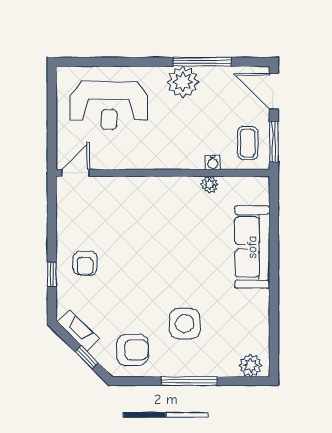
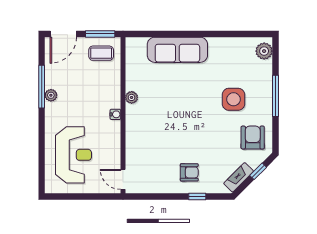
plant: (183, 82) -> (51, 95), width x0.53, depth x0.53
water cooler: (213, 163) -> (115, 114), moved
plant: (209, 185) -> (132, 97), moved

